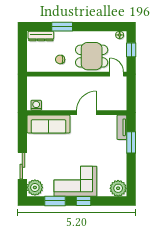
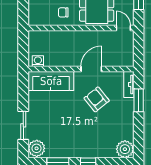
armchair: (91, 141) -> (97, 99), added
corner sofa: (75, 181) -> (80, 142), removed

